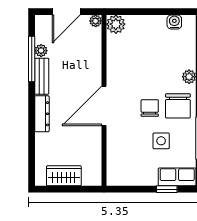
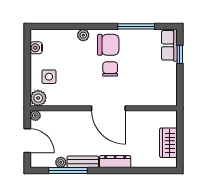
chair: (150, 108) -> (110, 69), turned 90
side table: (161, 141) -> (49, 77), moved

